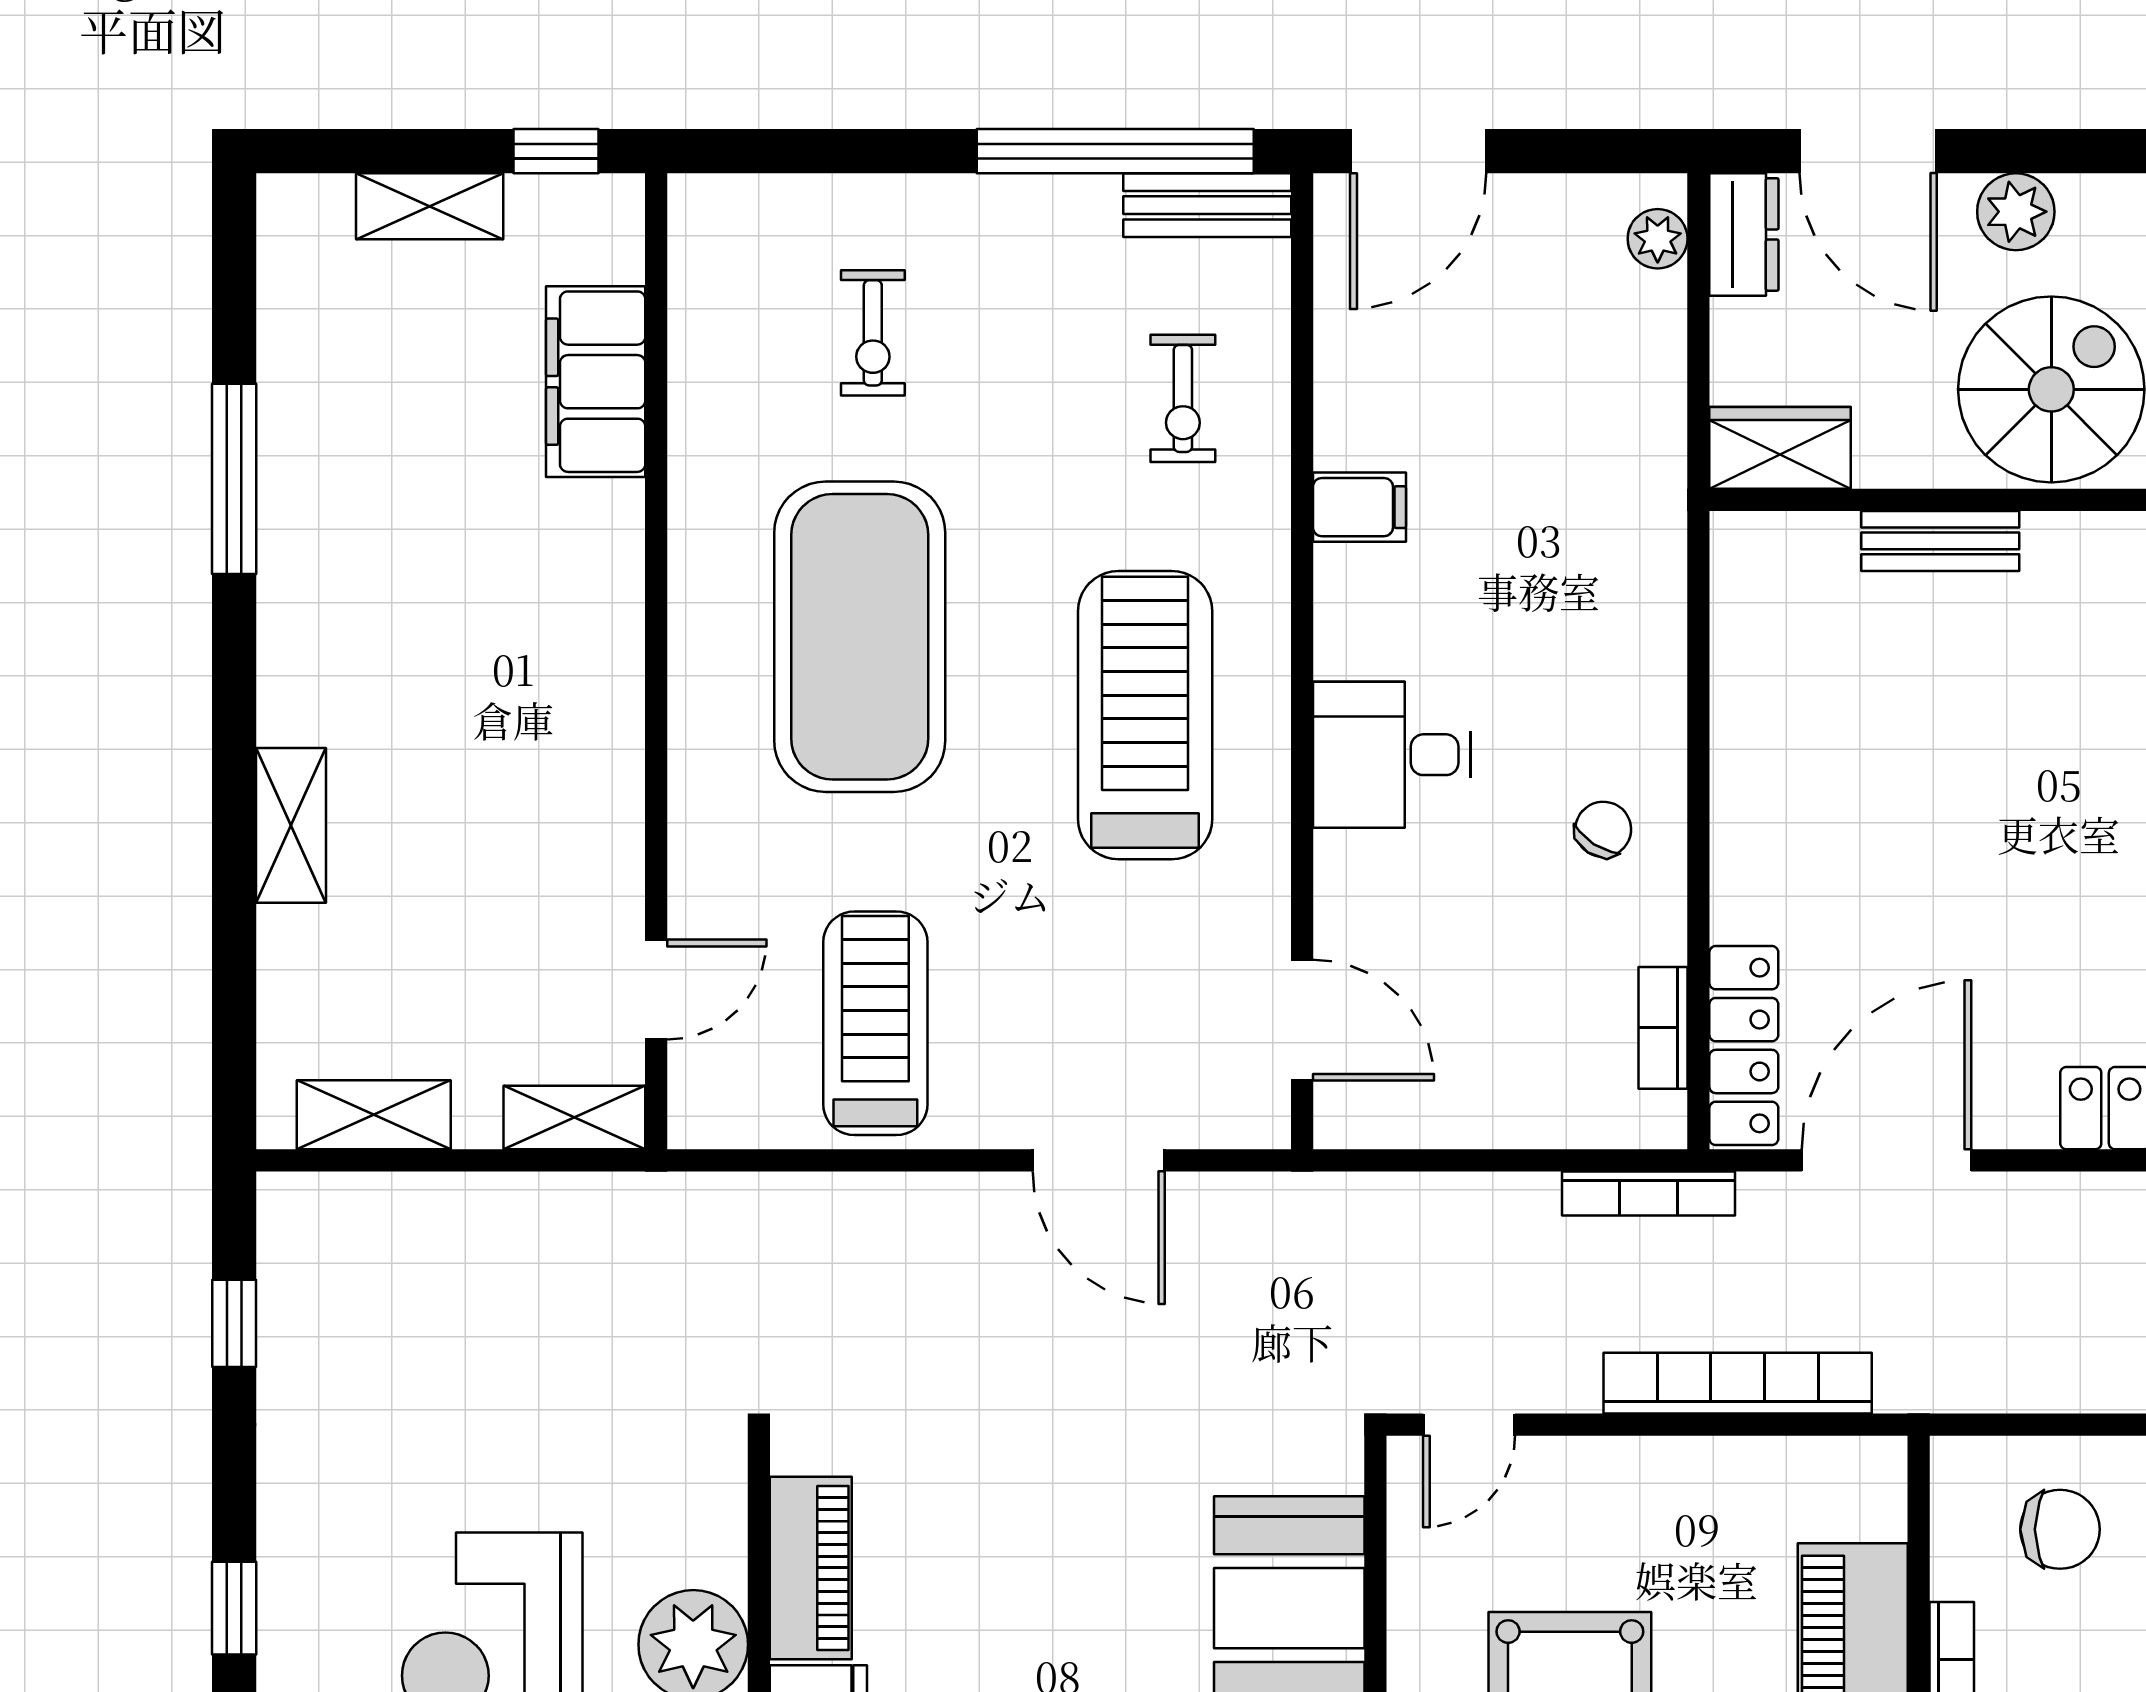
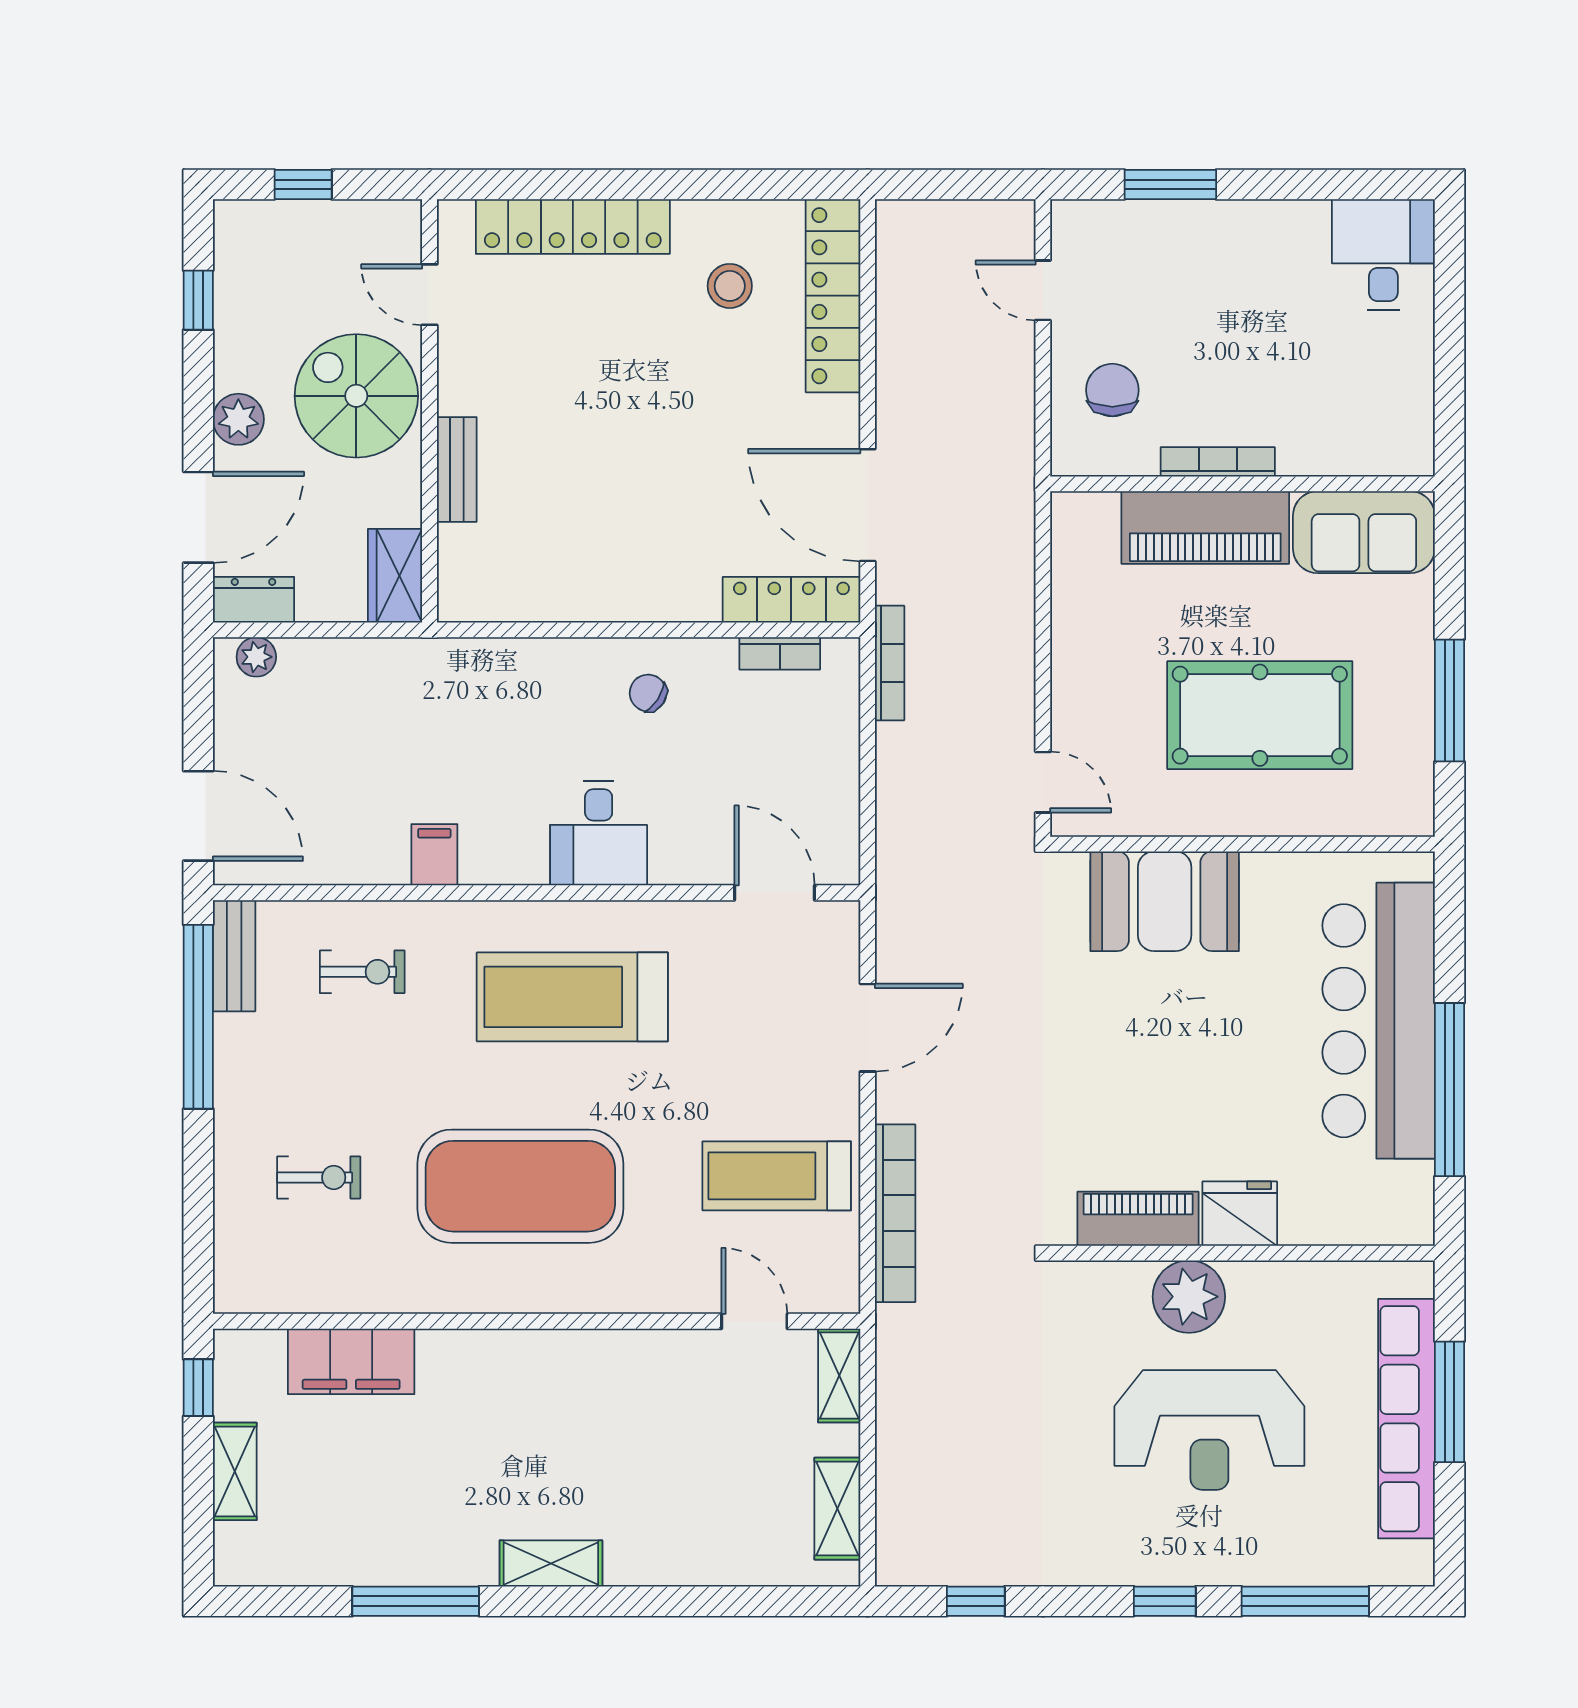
shelving: (291, 825) -> (551, 1563), moved
door: (1302, 1020) -> (775, 893), hinge flipped
bookcase: (1738, 1383) -> (895, 1213), moved, turned 180

